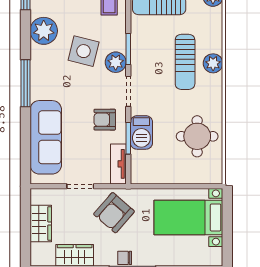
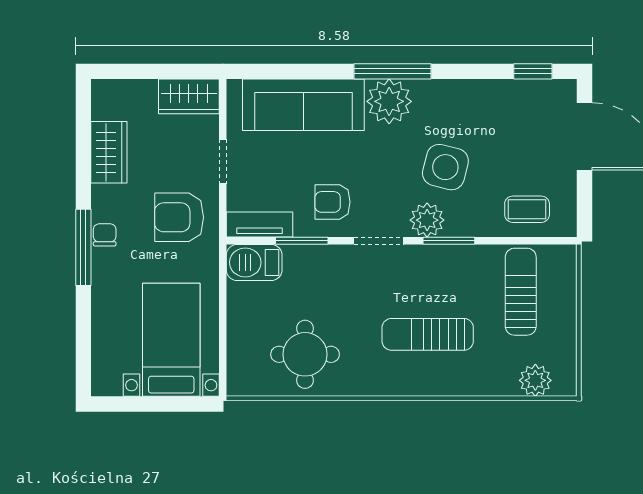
plant: (44, 31) -> (389, 101), moved
plant: (213, 63) -> (425, 381), removed
armchair: (105, 120) -> (333, 202), turned -90
barbecue: (141, 132) -> (254, 262), moved
armchair: (114, 213) -> (179, 217), turned -41
wardrobe: (41, 223) -> (189, 96), moved

